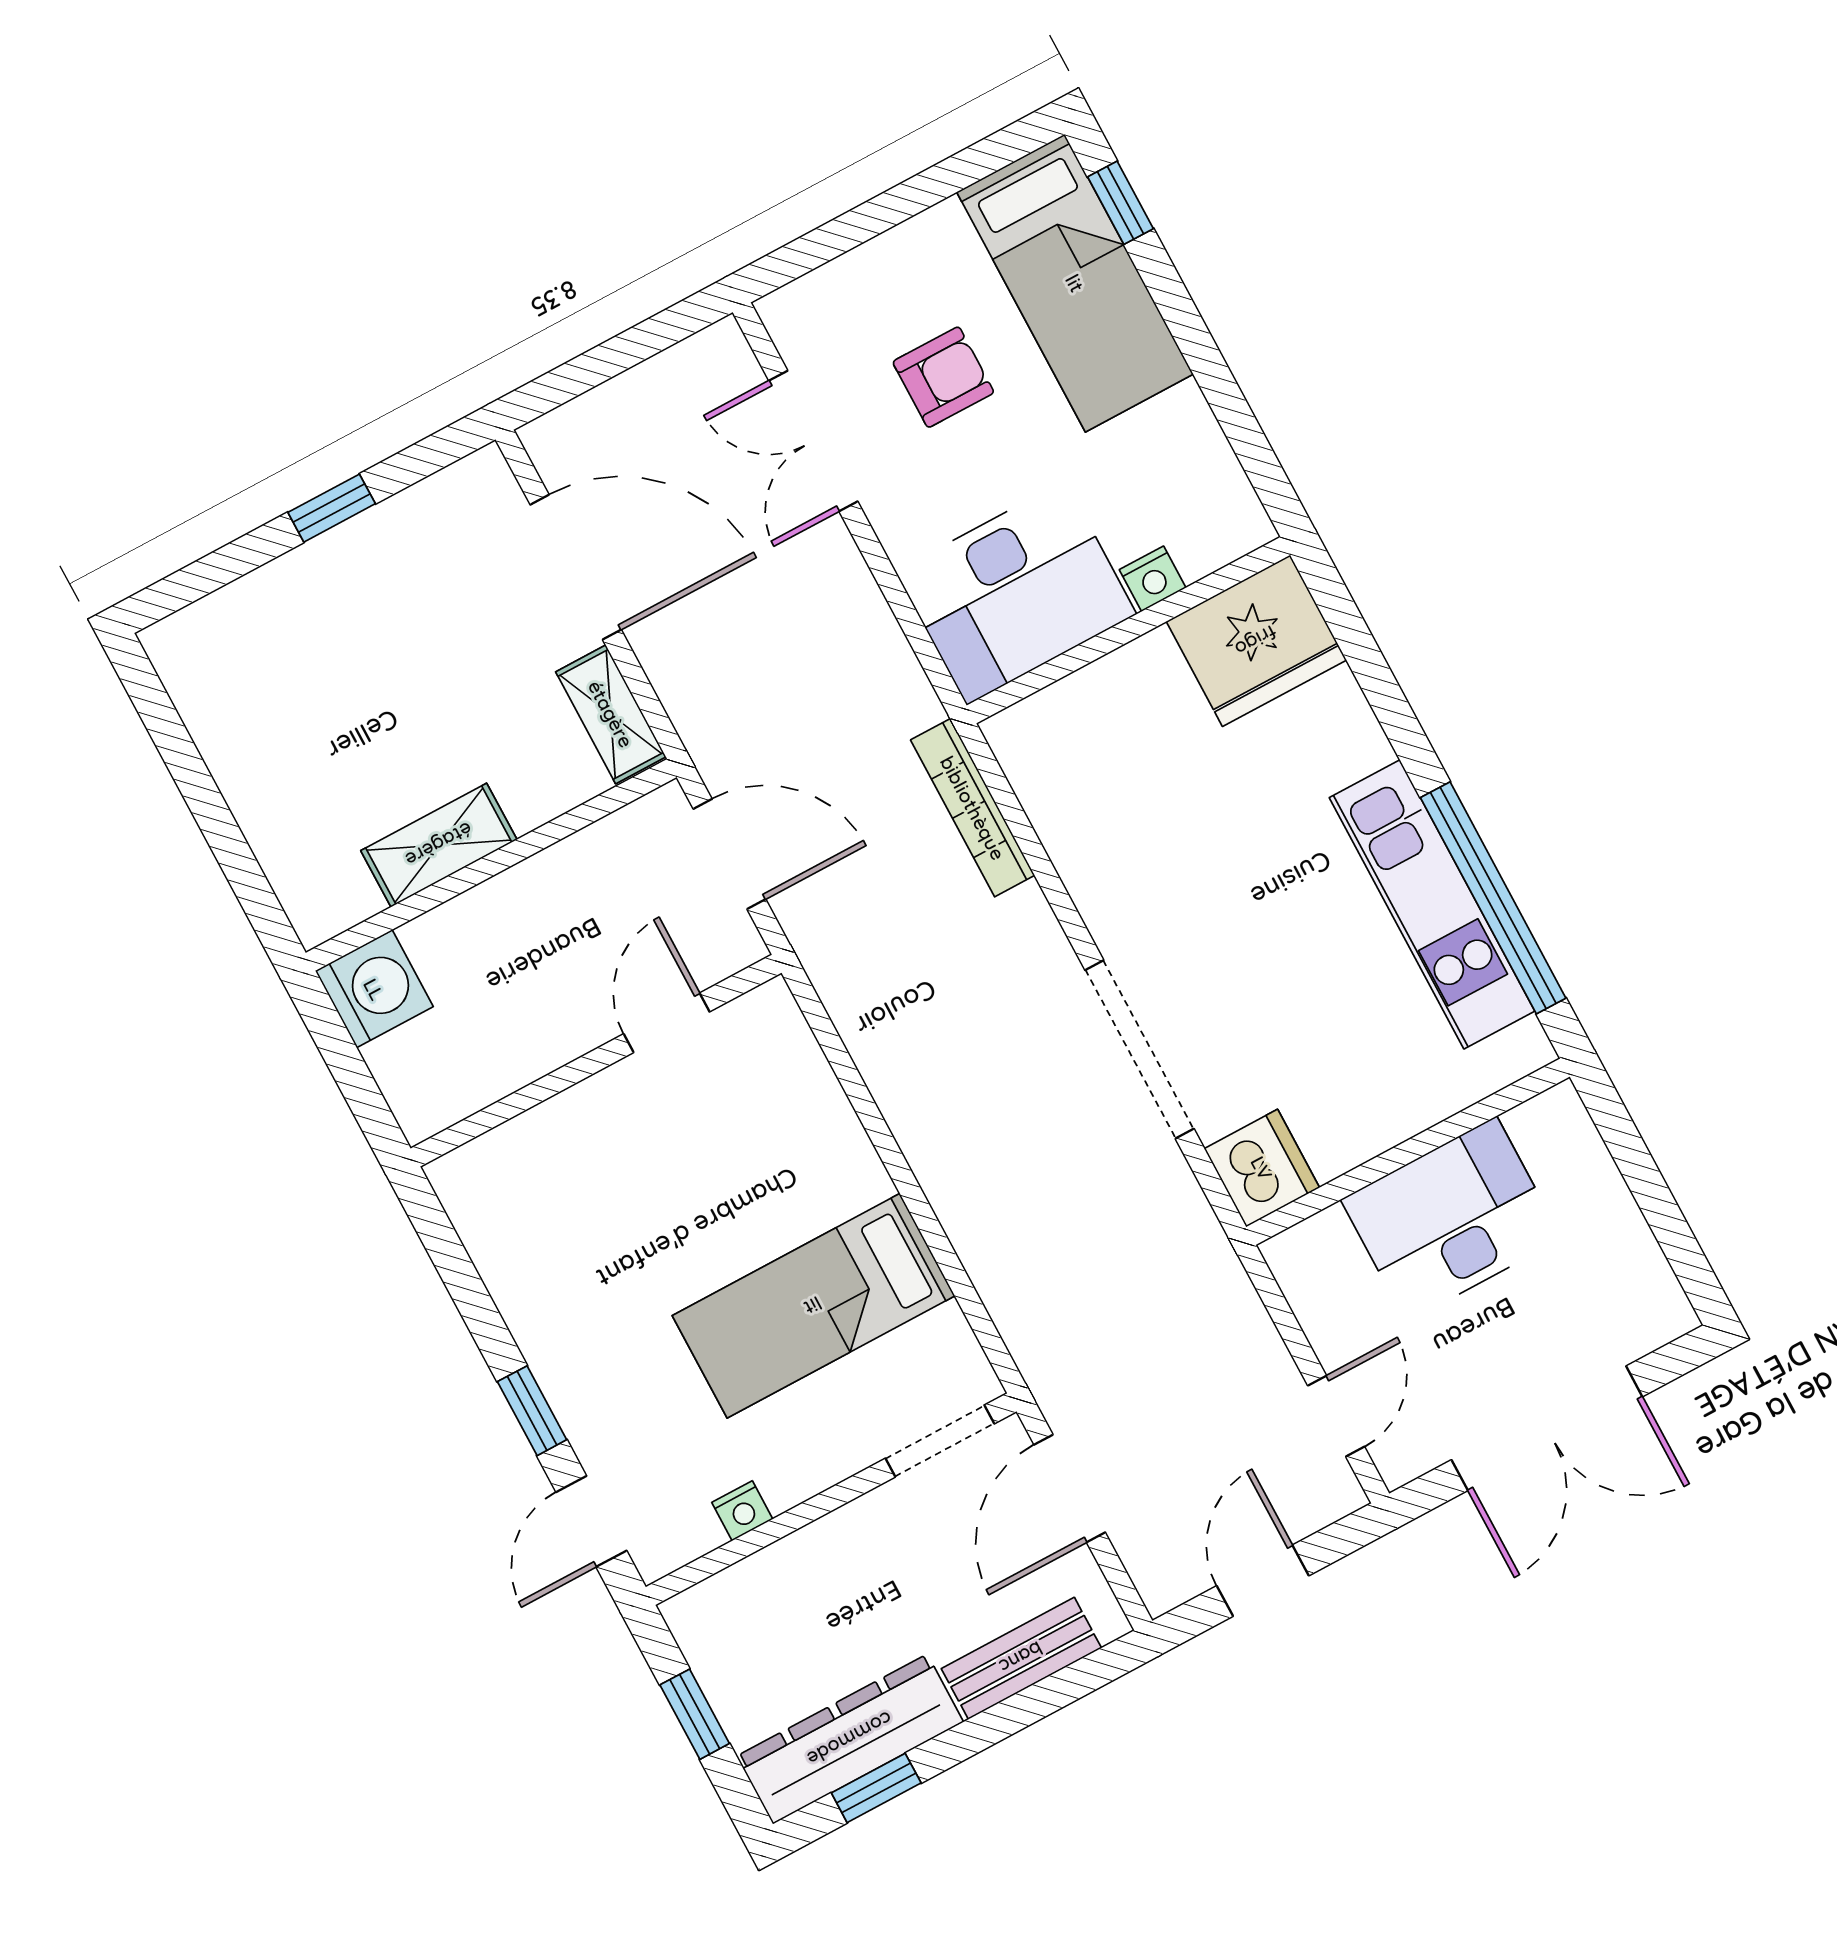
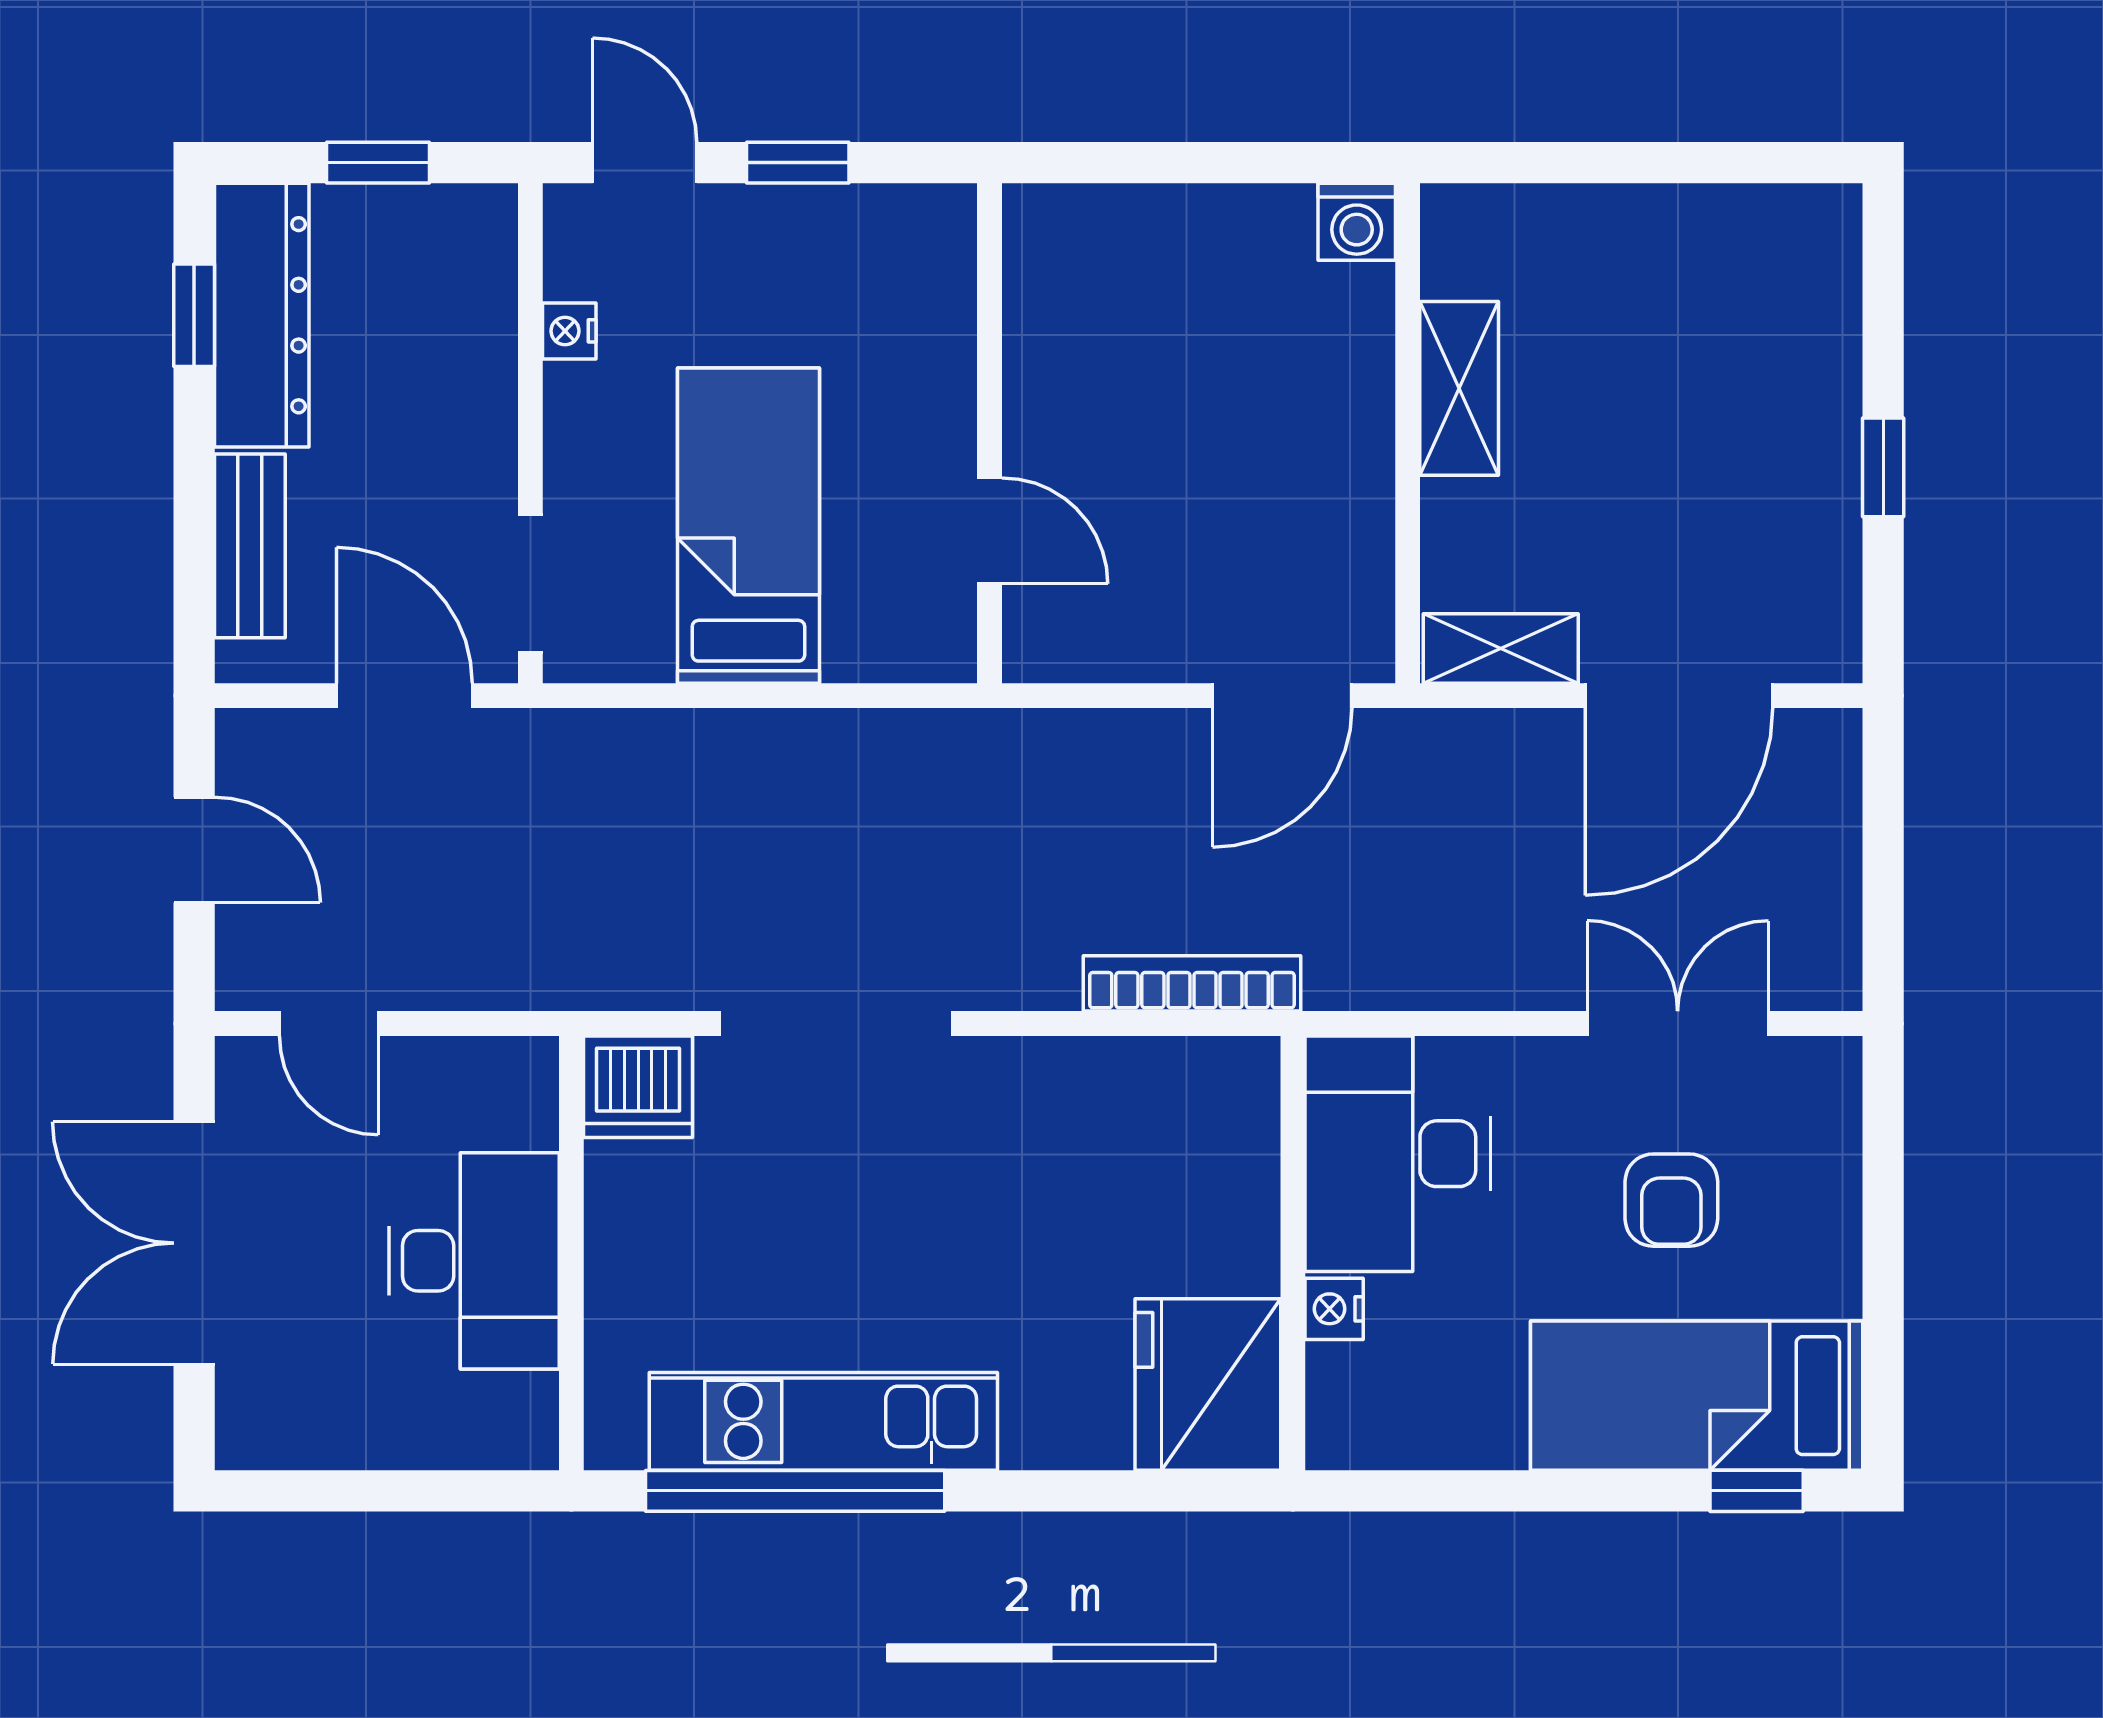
washing machine: (374, 989) -> (1357, 222), width x0.73, depth x0.73
door: (667, 1023) -> (990, 531), moved
wall: (596, 1061) -> (990, 433), moved

